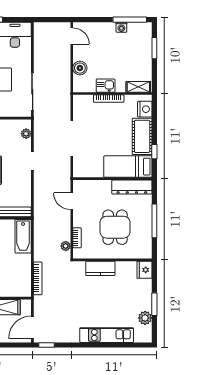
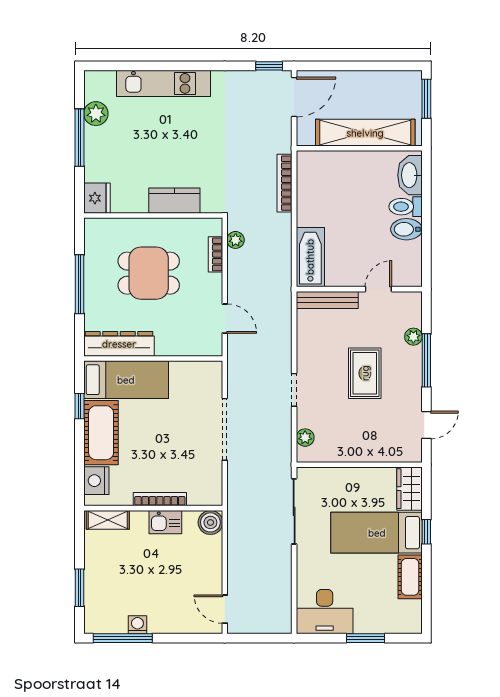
boiler: (80, 68) -> (210, 522), moved
dining table: (115, 227) -> (149, 273), turned 90
window: (154, 304) -> (80, 138), width x1.44

